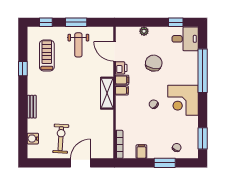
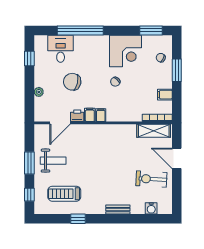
desk: (185, 39) -> (61, 49), moved
shelving: (107, 93) -> (154, 131), moved
corner desk: (183, 100) -> (126, 51), moved

